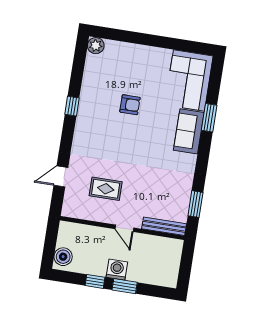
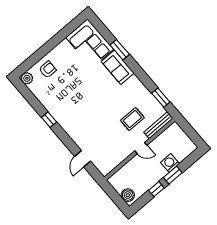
armchair: (130, 105) -> (48, 70), moved
rug: (106, 189) -> (132, 119), moved
washing machine: (117, 270) -> (170, 163), moved

